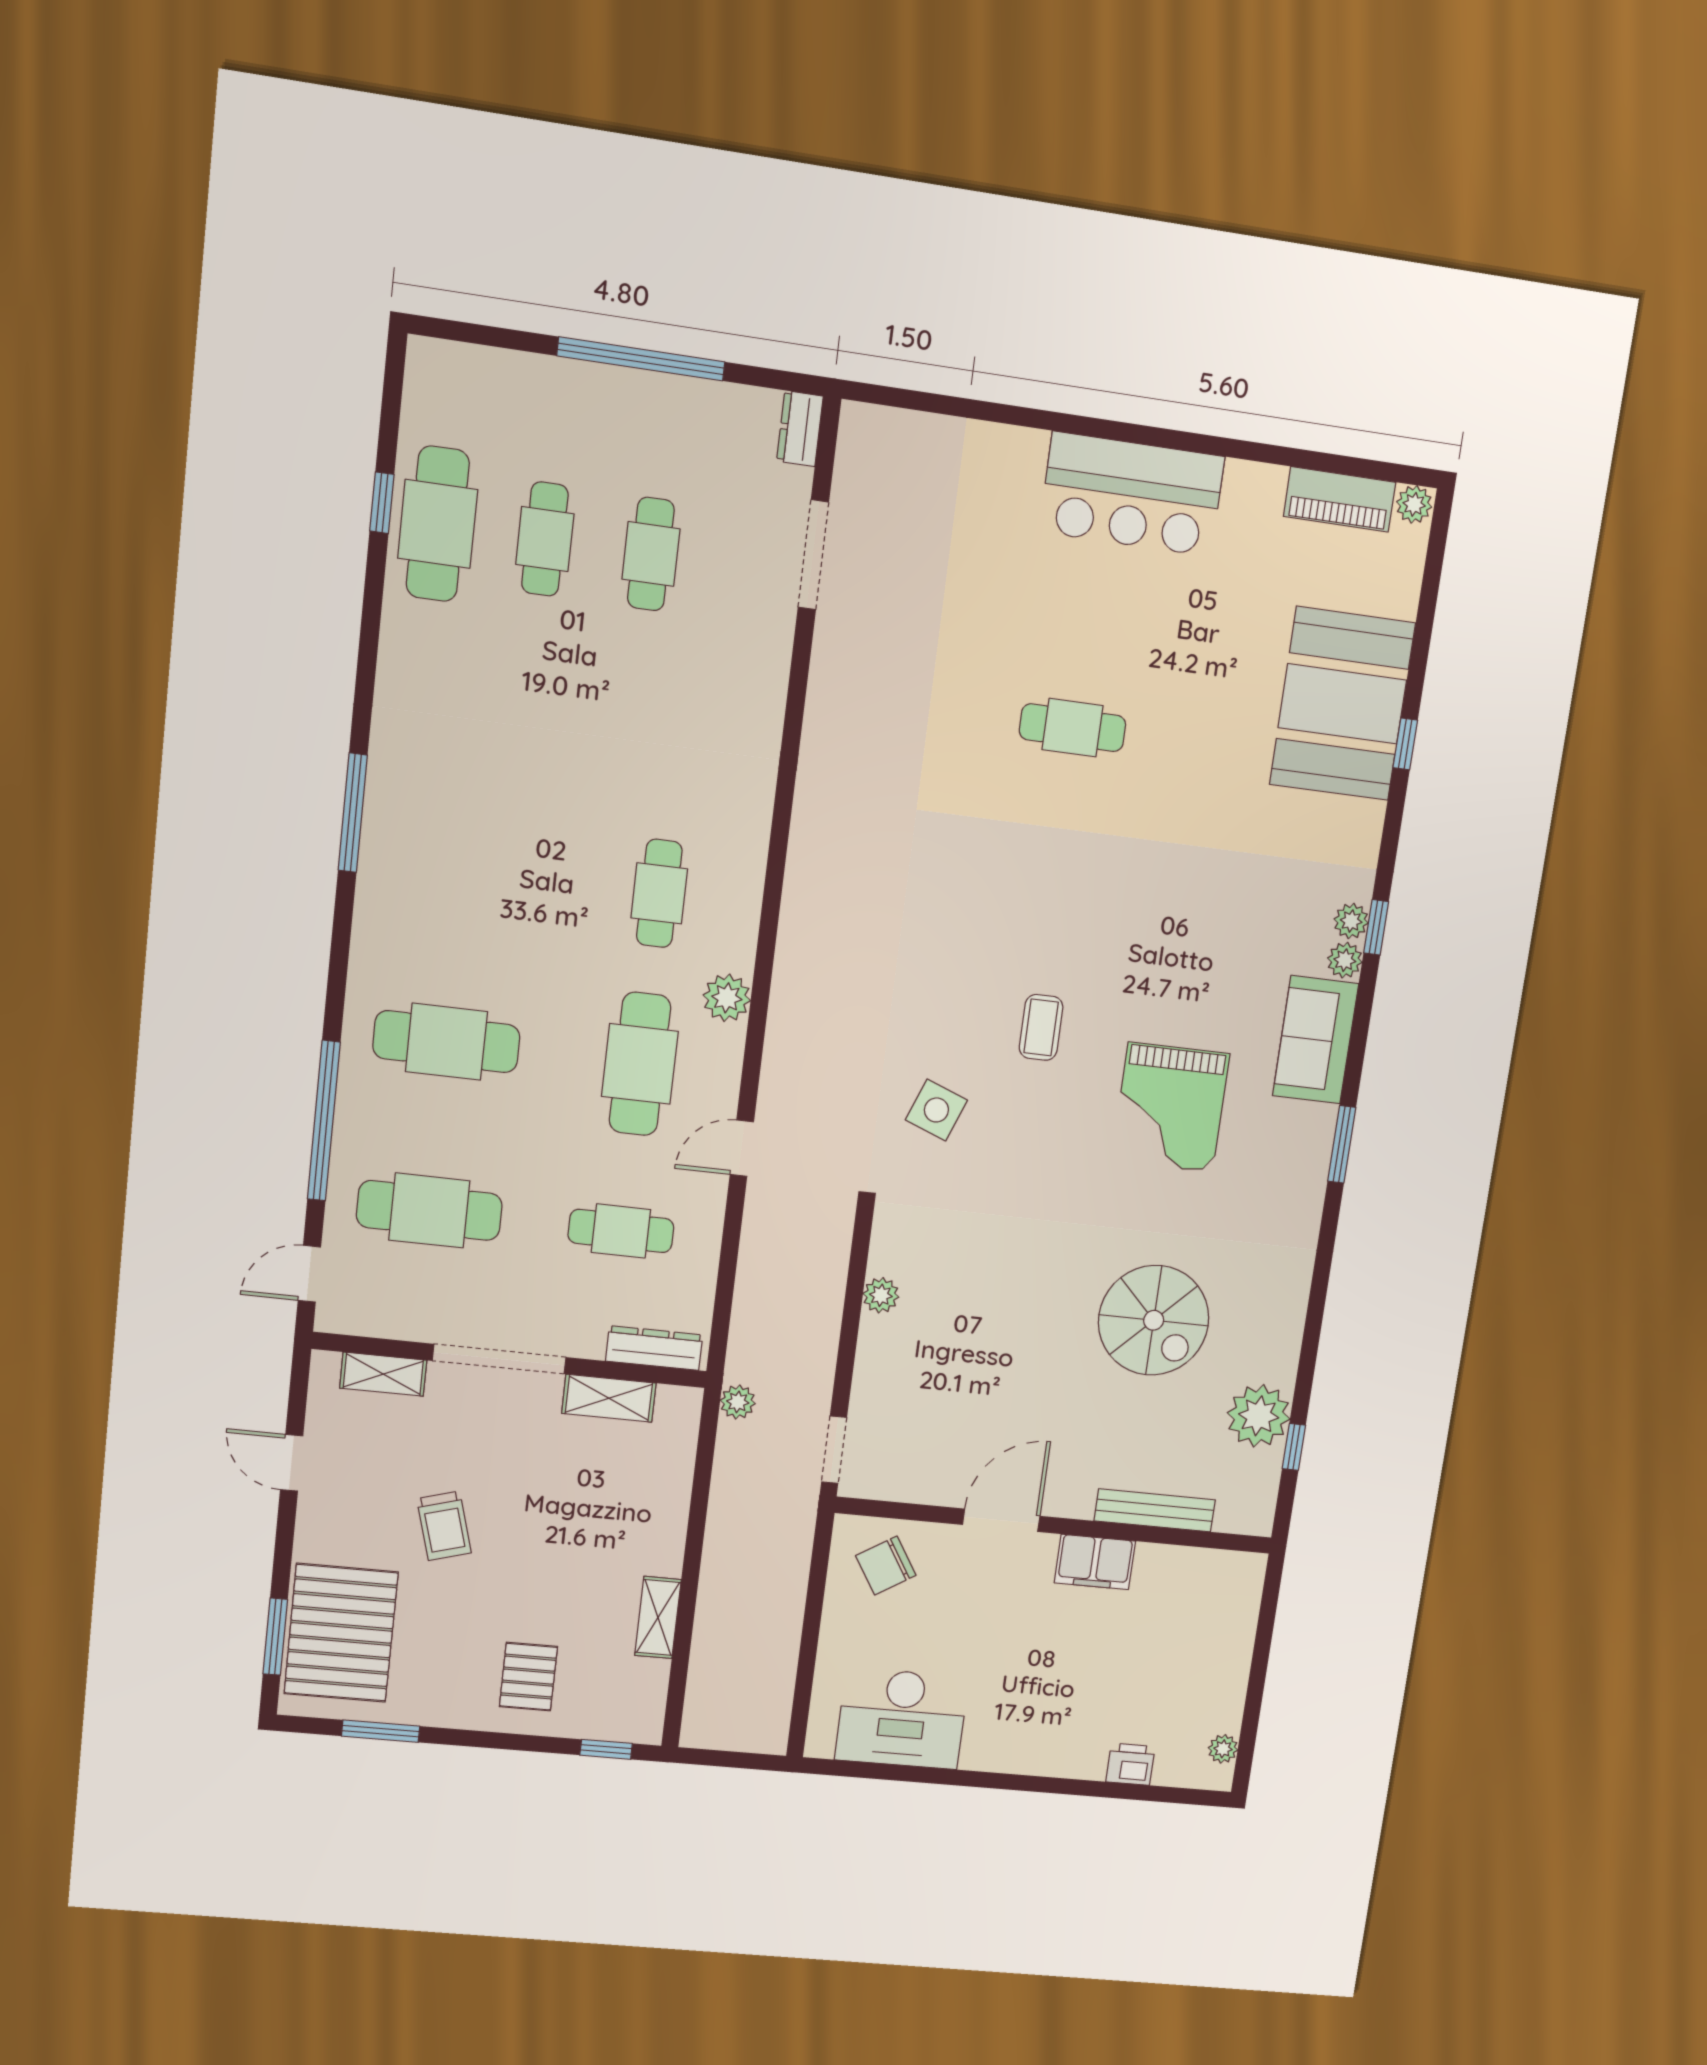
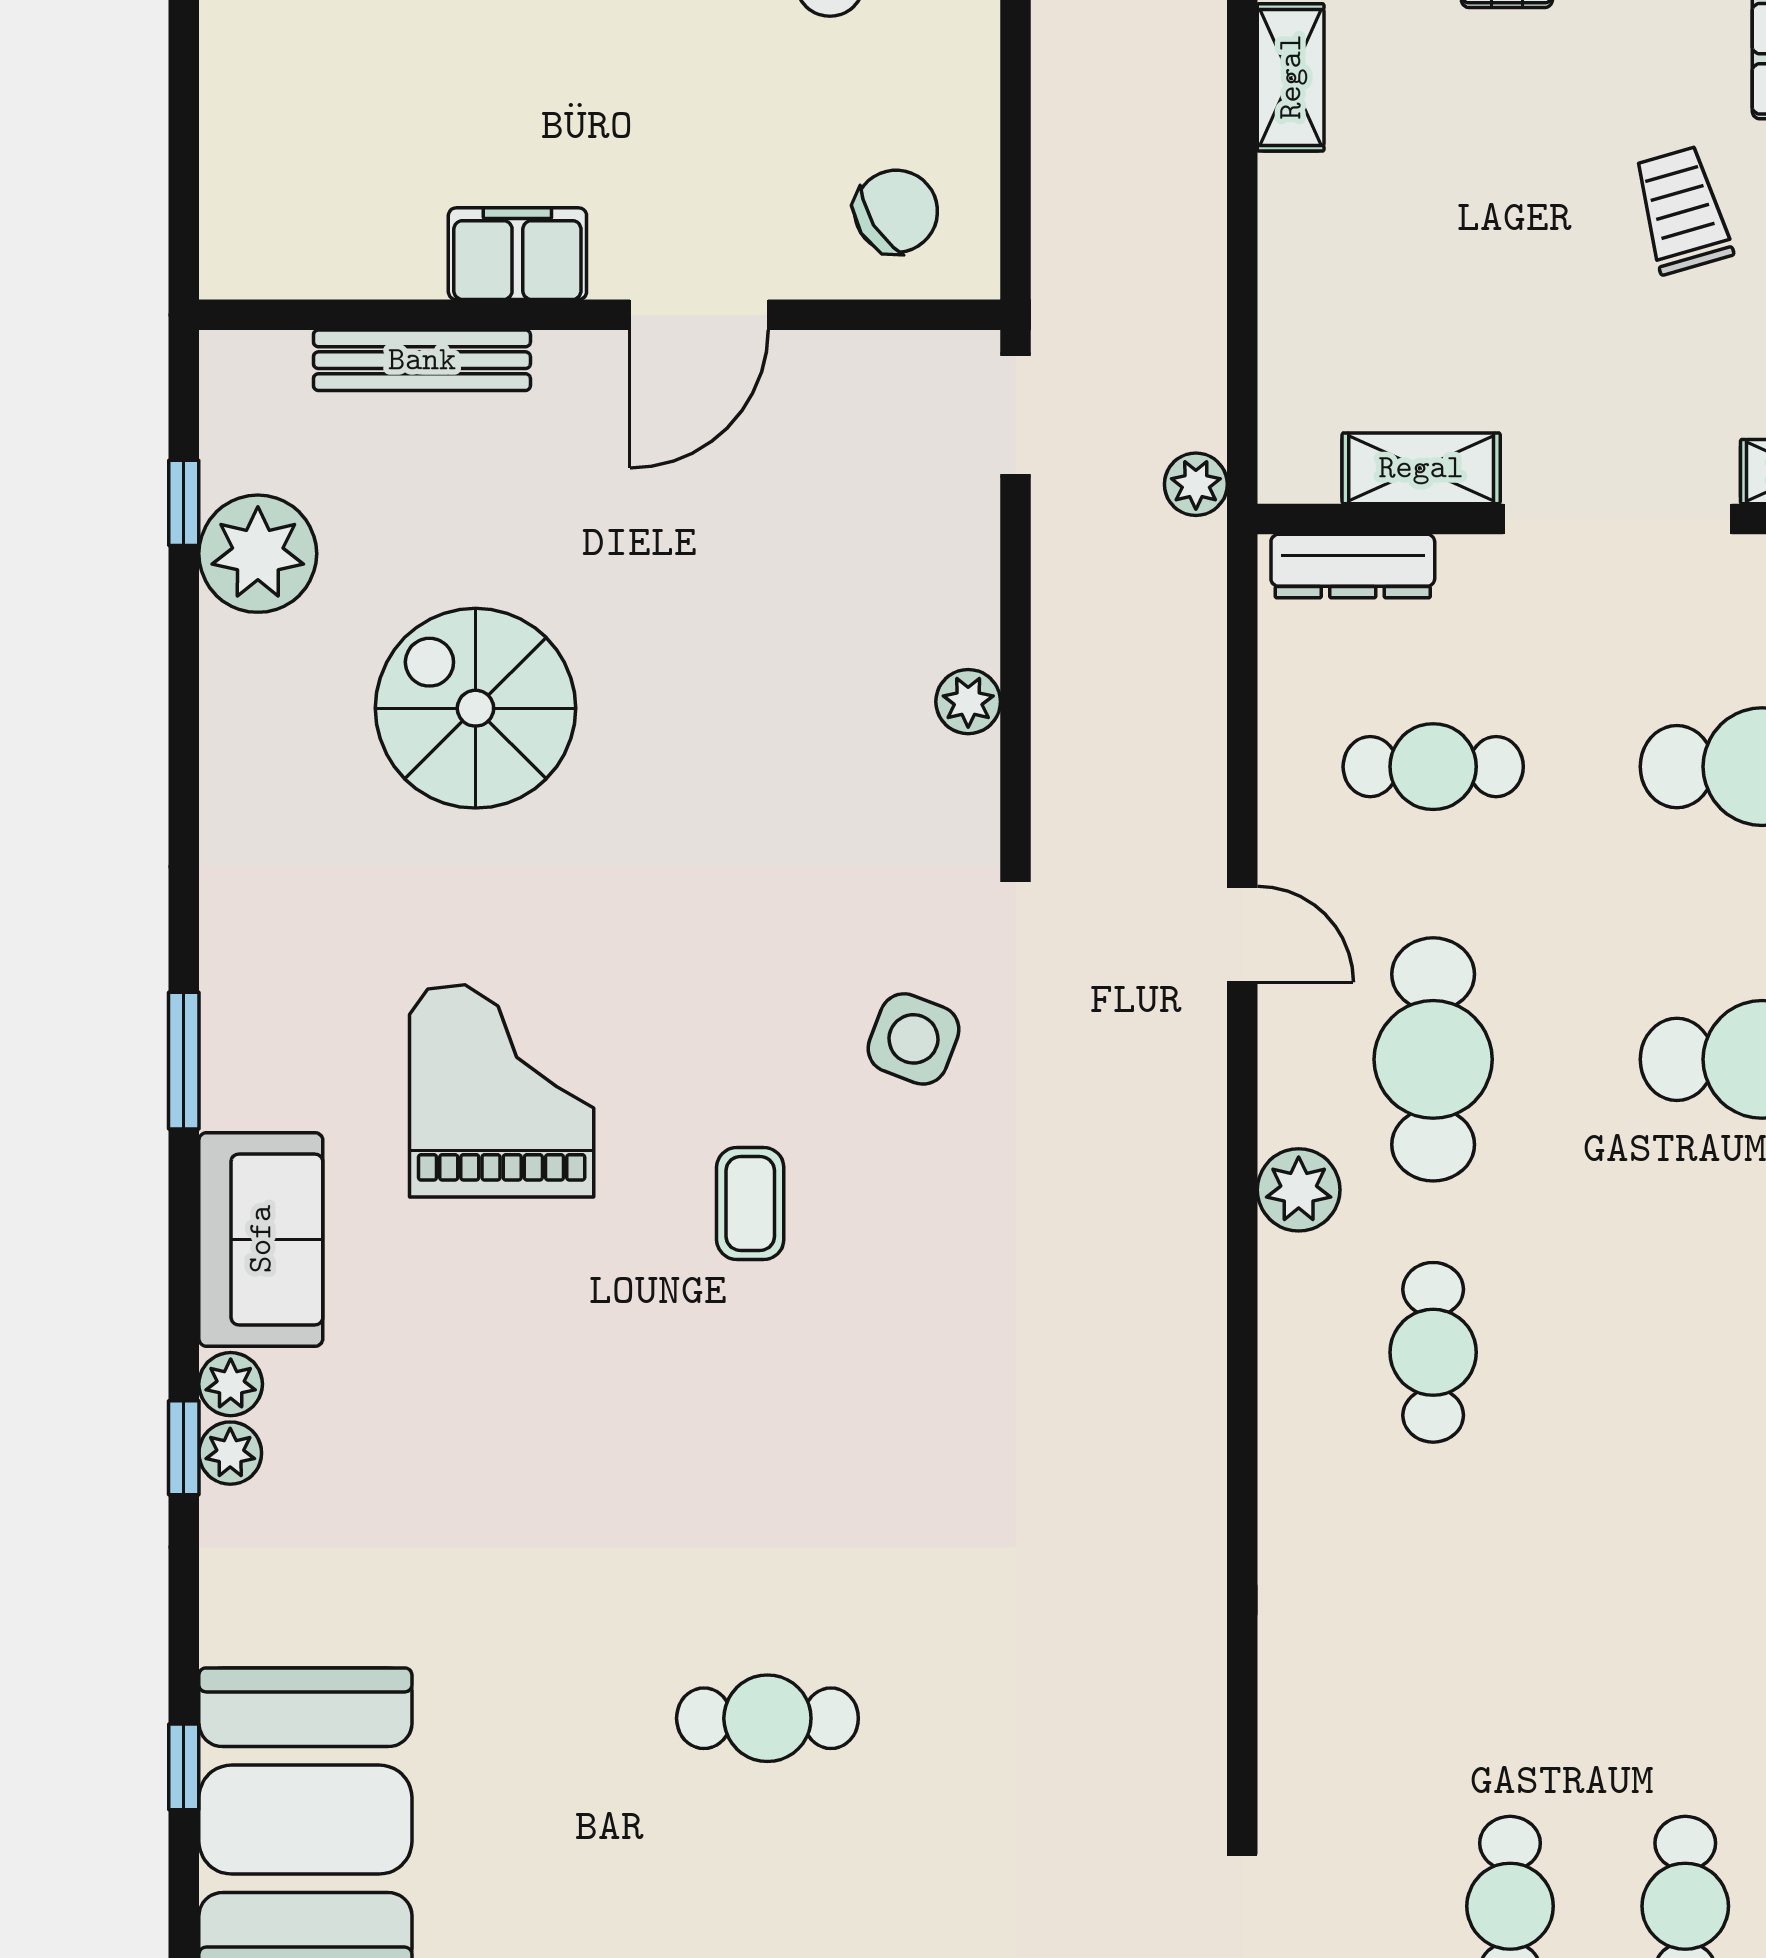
door: (742, 1148) -> (1242, 934), hinge flipped

